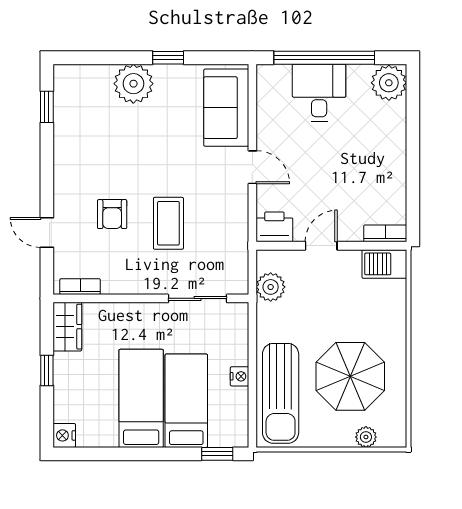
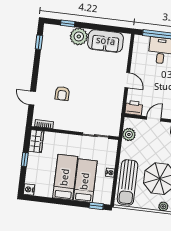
window: (168, 58) -> (68, 23), moved
sofa: (226, 108) -> (106, 41), moved, turned -90
coffee table: (168, 223) -> (87, 101), removed

